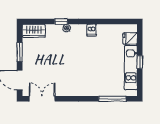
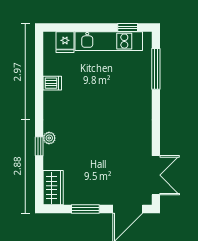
dishwasher: (92, 30) -> (52, 83), moved
window: (140, 62) -> (128, 28), moved
double door: (42, 99) -> (156, 175), swing flipped

